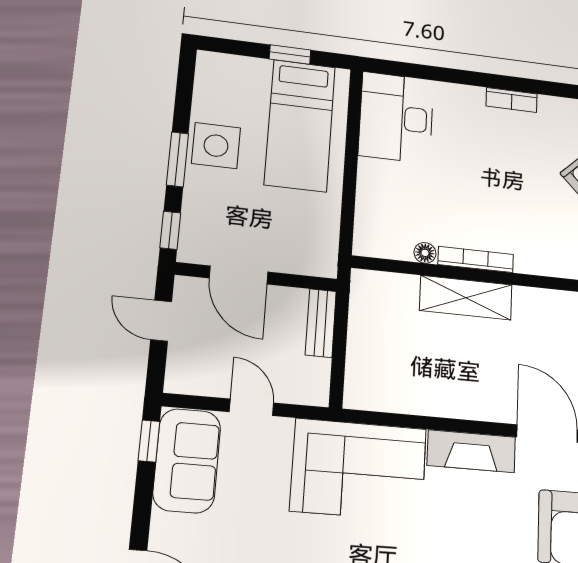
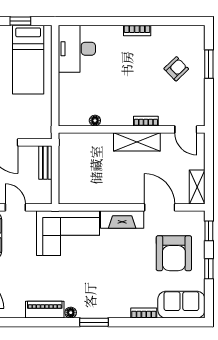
bookcase: (476, 260) -> (146, 121), moved, width x0.64
shelving: (466, 298) -> (137, 142), moved

